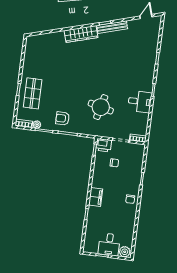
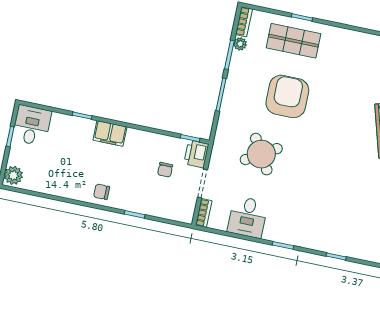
desk: (140, 102) -> (248, 217), moved
round table: (101, 107) -> (261, 154), turned 45
armchair: (63, 118) -> (287, 96), moved, width x1.88, depth x1.88
desk: (109, 244) -> (32, 125), moved, turned 90

